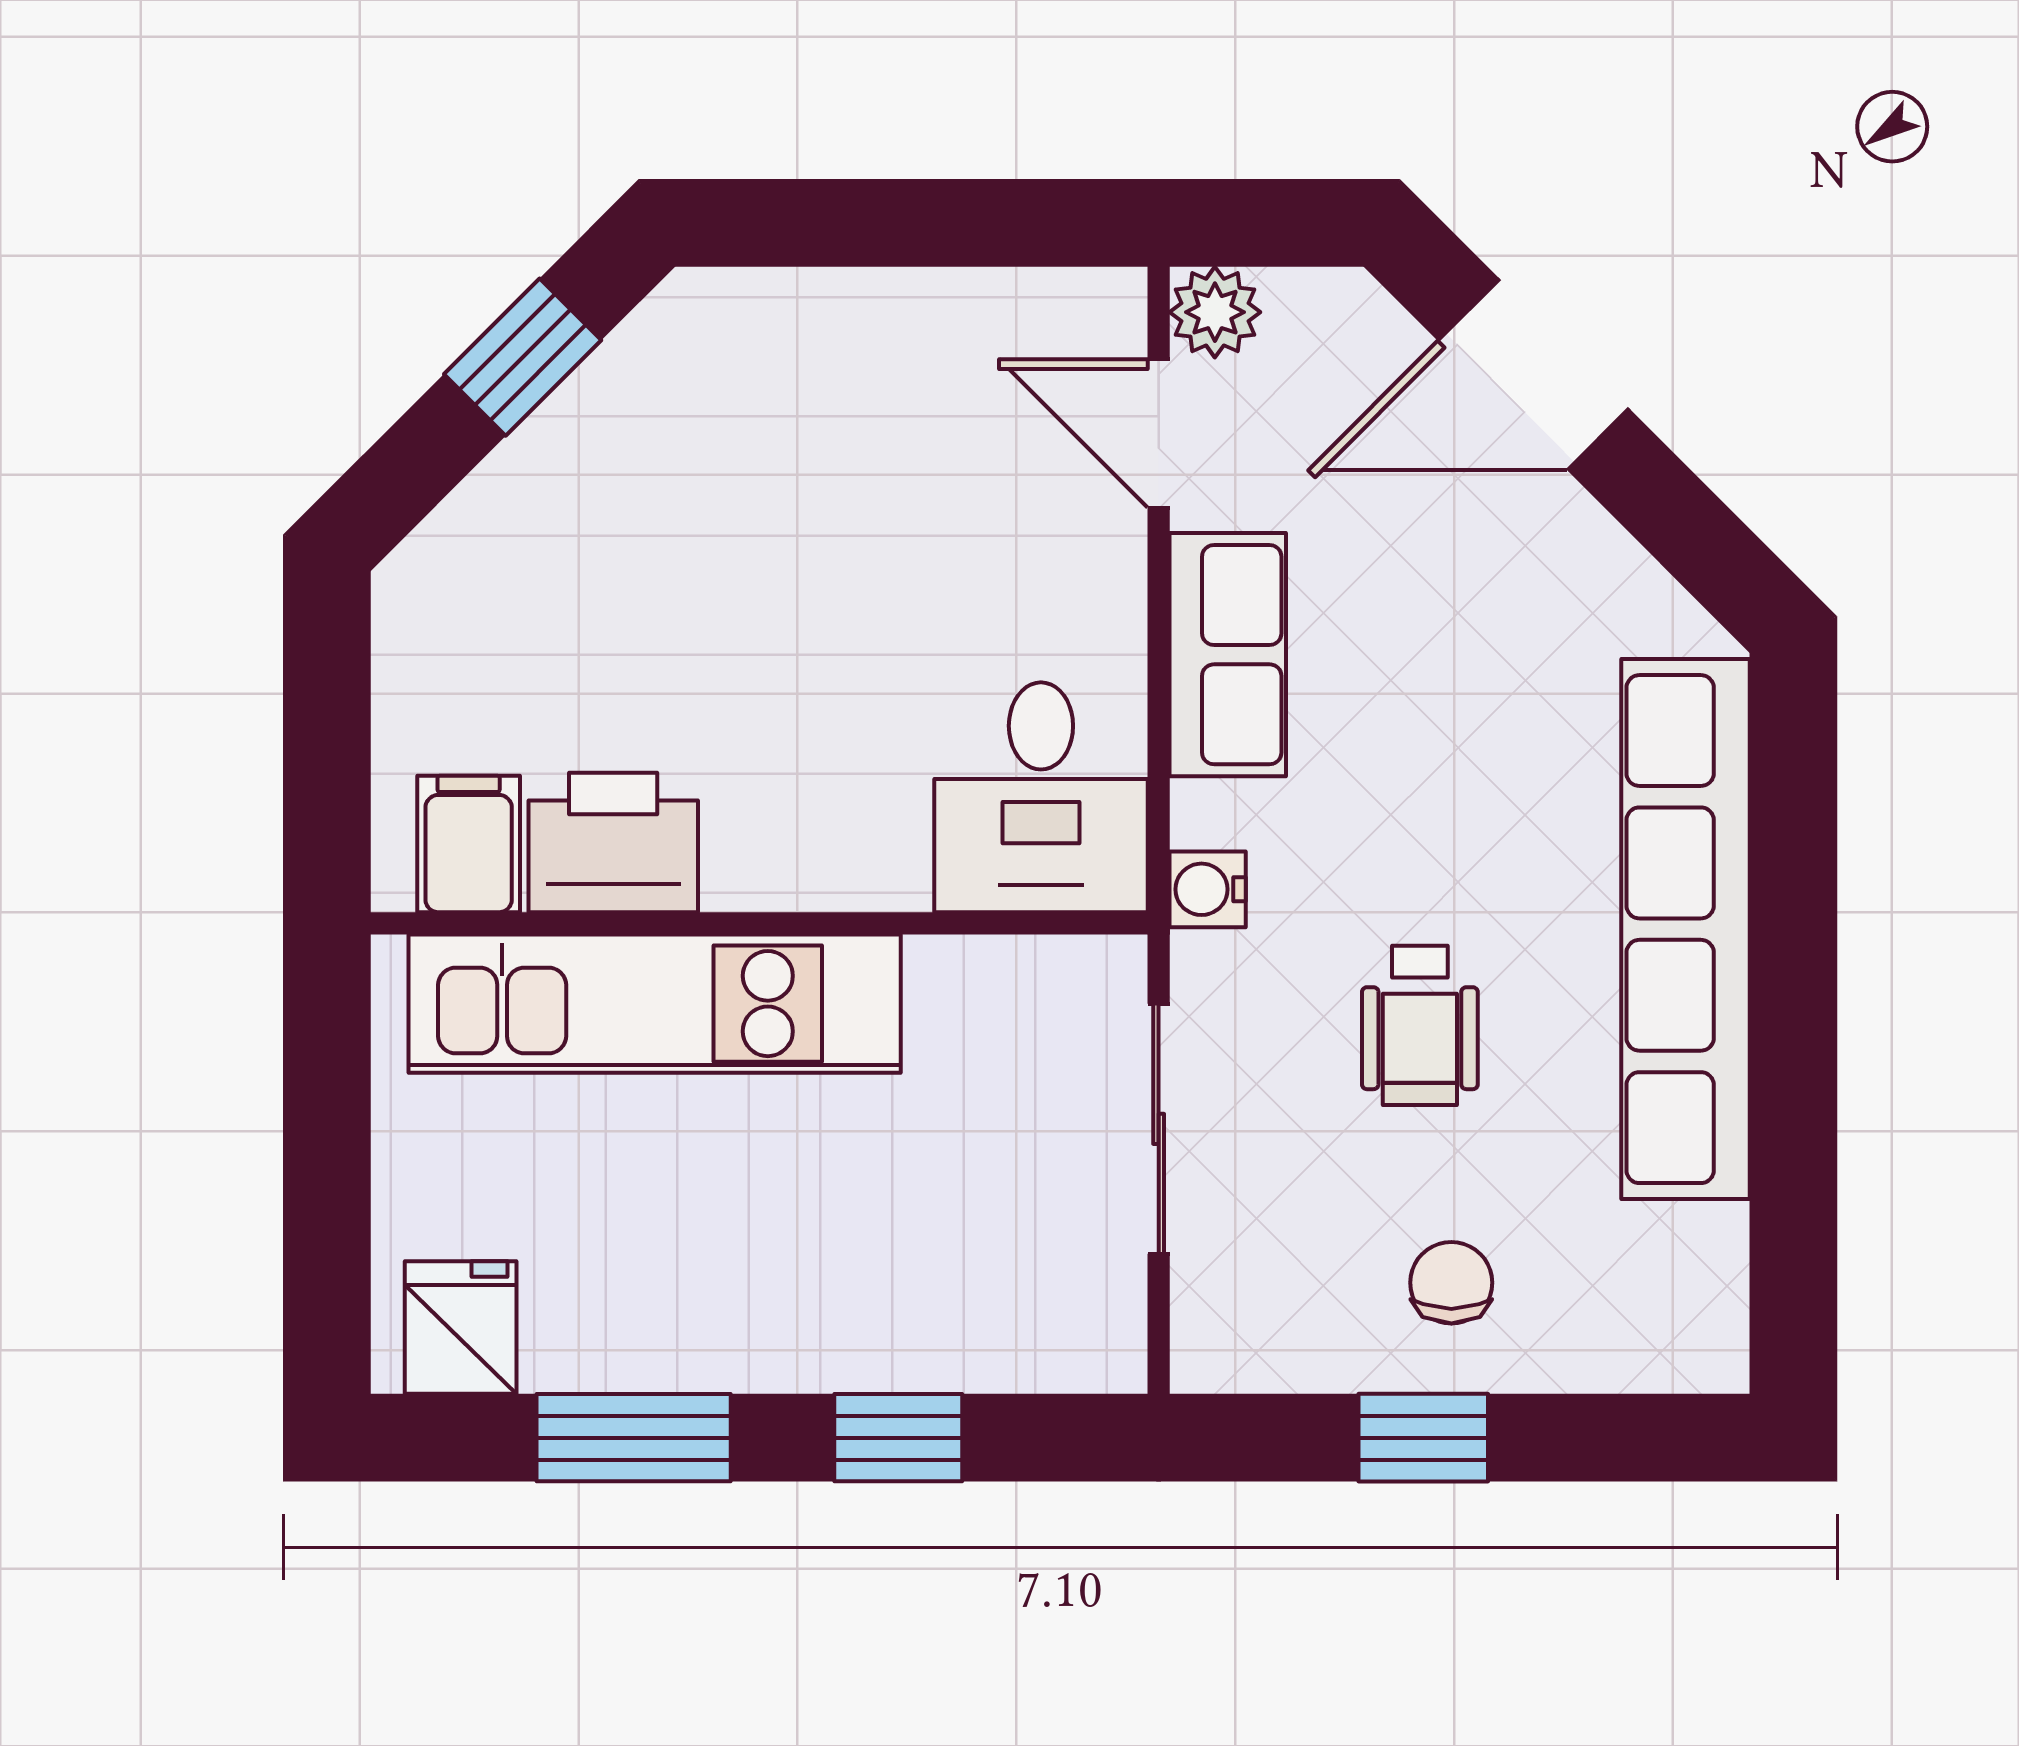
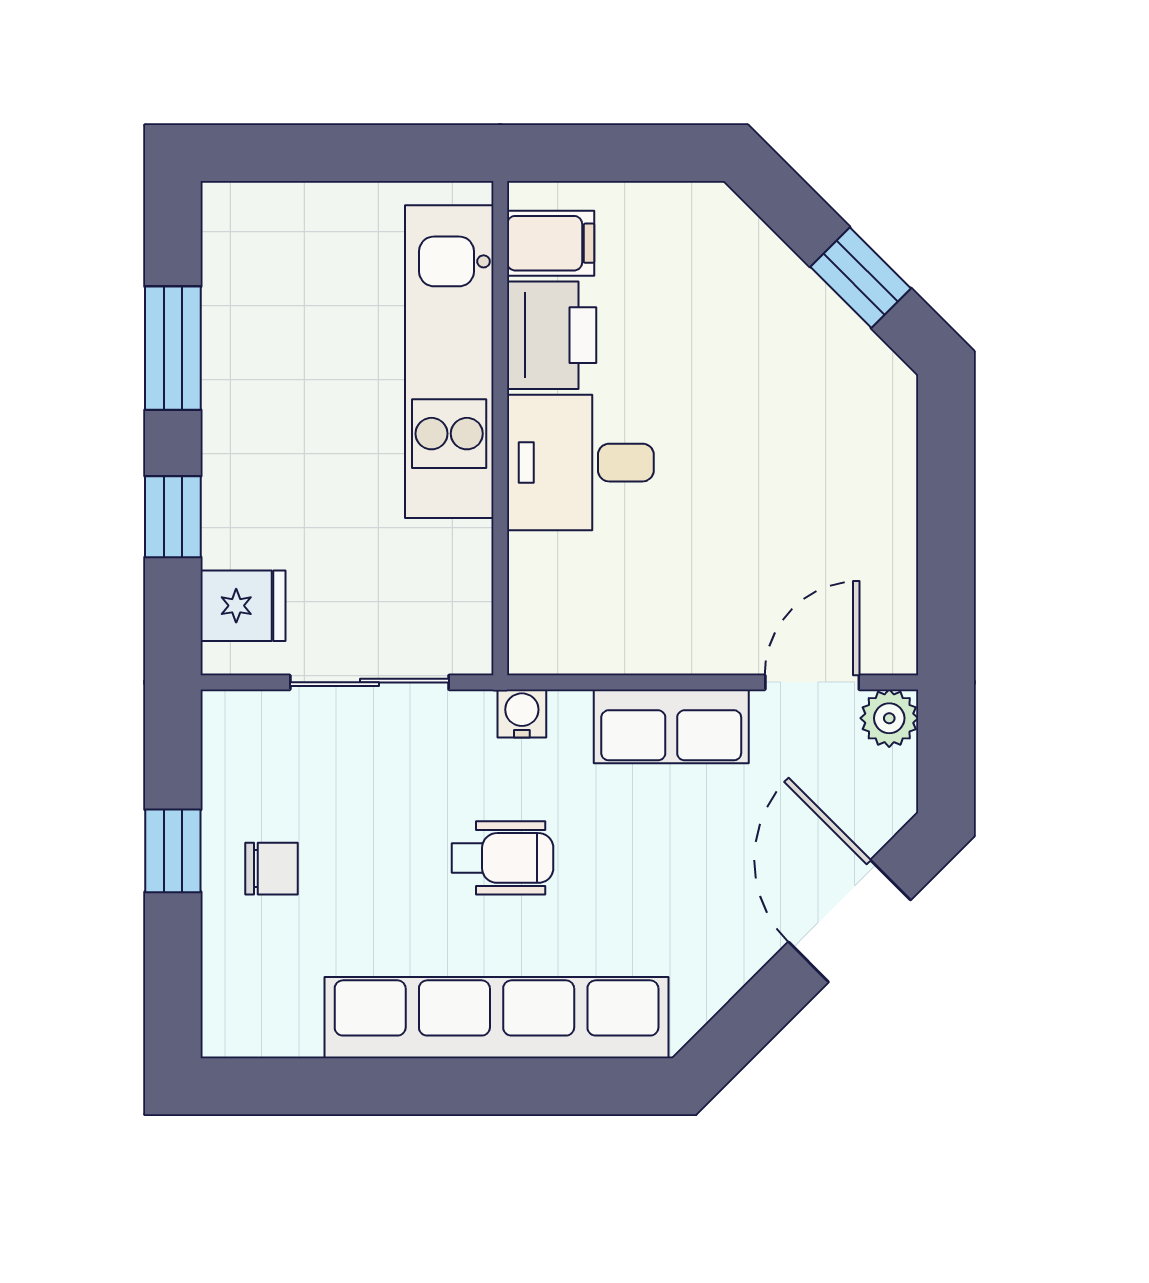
desk: (1041, 797) -> (580, 463), moved
wheelchair: (1420, 1025) -> (502, 858), moved, turned 180
fridge: (461, 1327) -> (243, 606), moved

